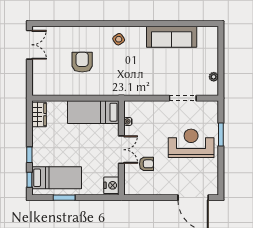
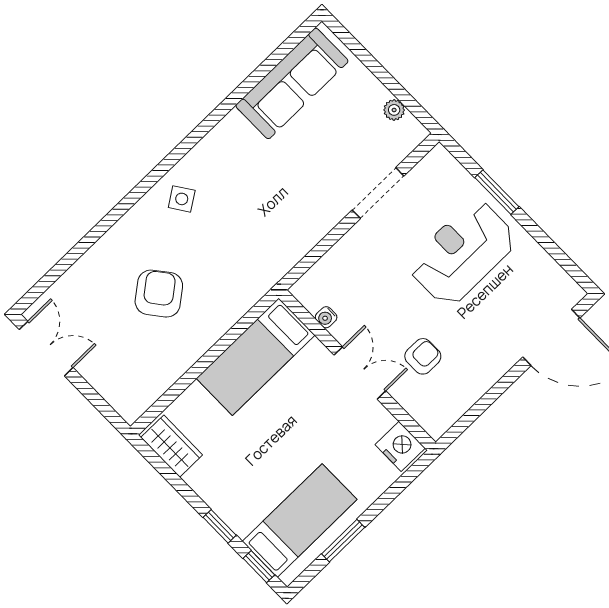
sofa: (172, 37) -> (292, 83), moved
armchair: (82, 62) -> (159, 294), turned 52

